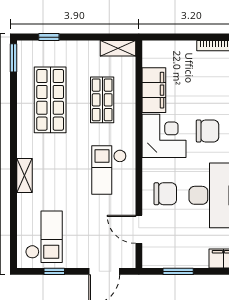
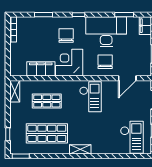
checkout: (109, 170) -> (90, 97), turned -90
shelving: (24, 176) -> (80, 149), moved
checkout: (44, 237) -> (132, 137), turned 90

